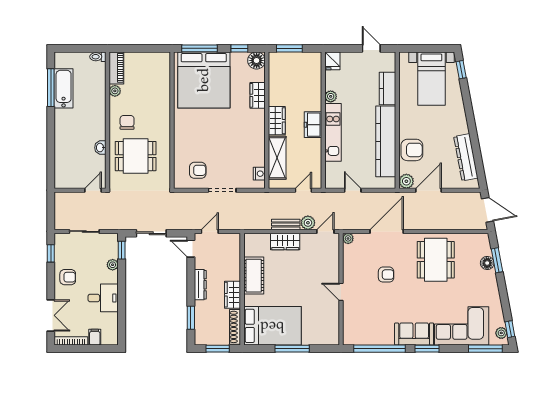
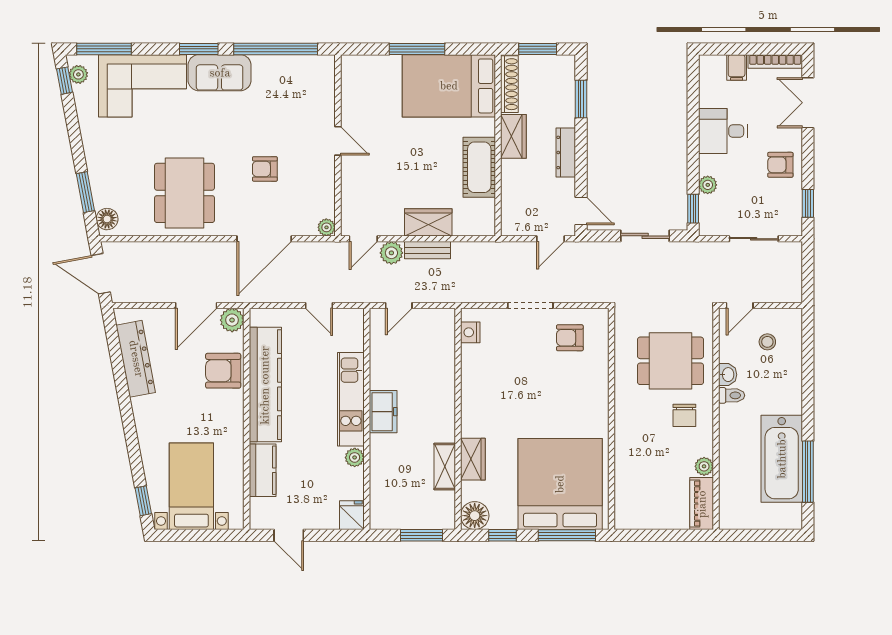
toilet: (98, 57) -> (732, 395), moved
bathtub: (64, 88) -> (782, 459), width x1.36, depth x1.36
wardrobe: (277, 121) -> (442, 418), removed
shelving: (277, 158) -> (445, 466), moved, width x0.67, depth x0.75
stool: (76, 168) -> (767, 342), added
floor lamp: (487, 263) -> (107, 219), moved

